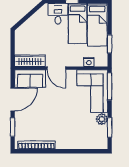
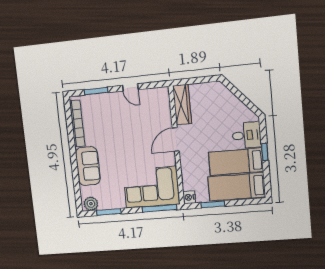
nightstand: (89, 62) -> (189, 197), moved
sofa: (30, 79) -> (88, 166), moved, turned 180
door: (13, 100) -> (130, 87), width x0.53
plant: (102, 119) -> (91, 204), moved

